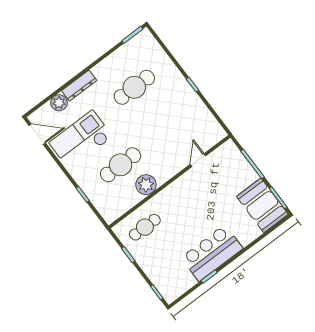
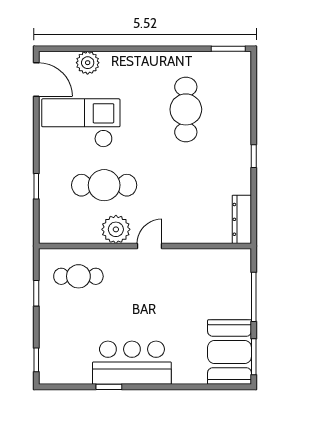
dresser: (79, 86) -> (242, 219), moved, turned 90
cafe table: (134, 87) -> (186, 109), turned 90
door: (198, 160) -> (150, 246), moved

